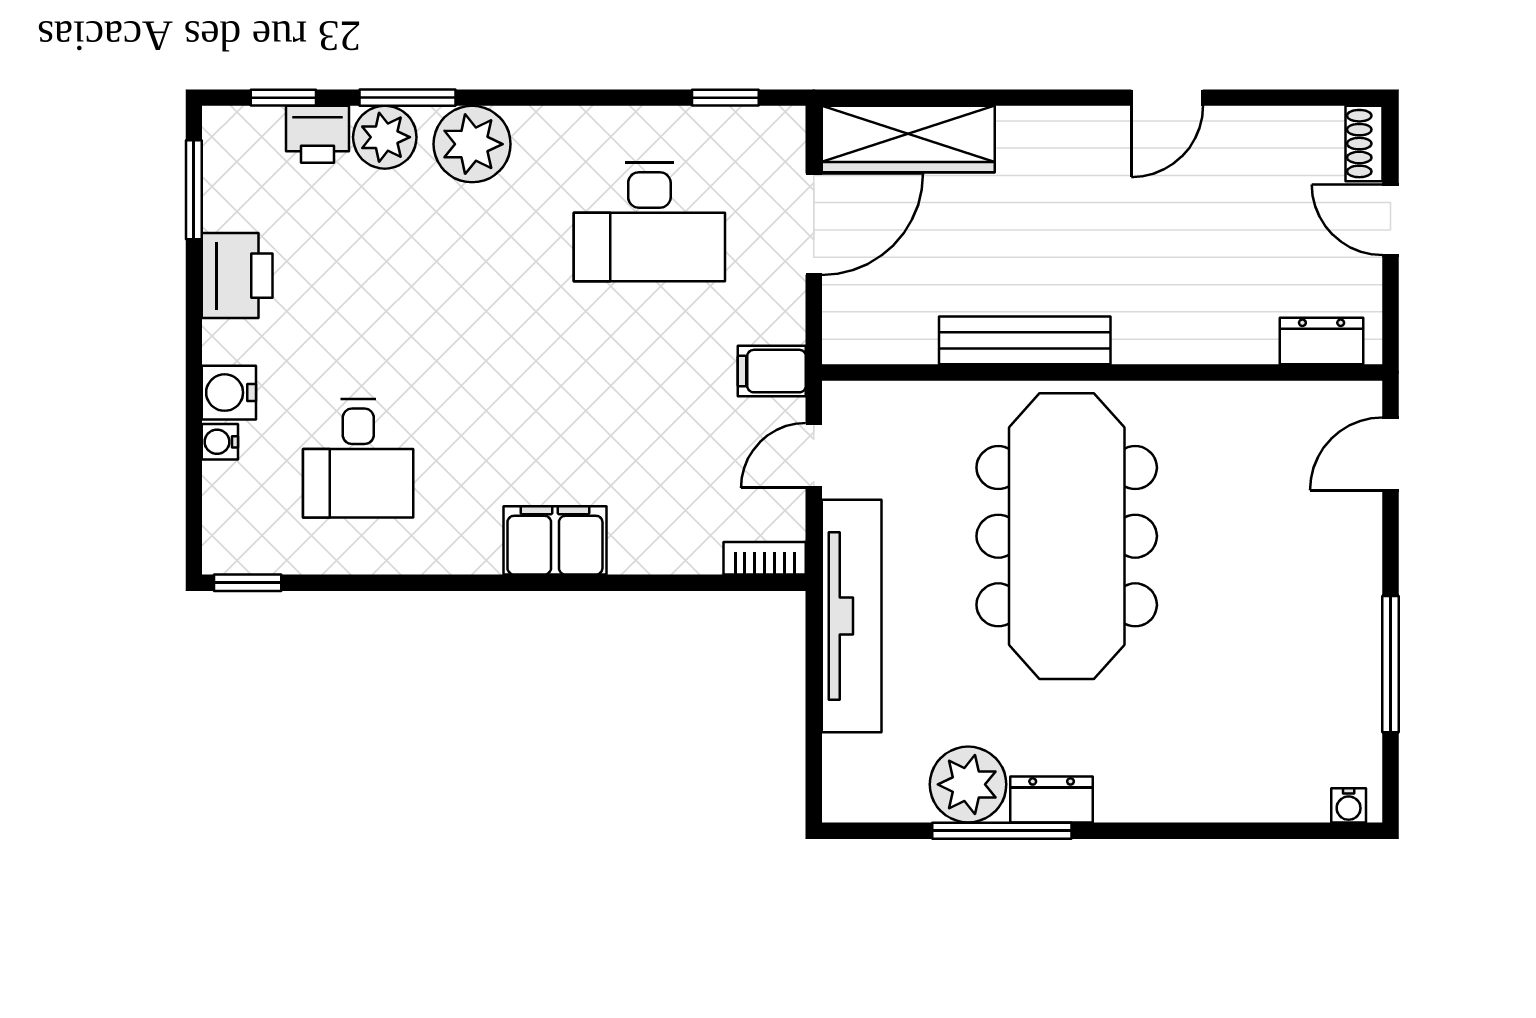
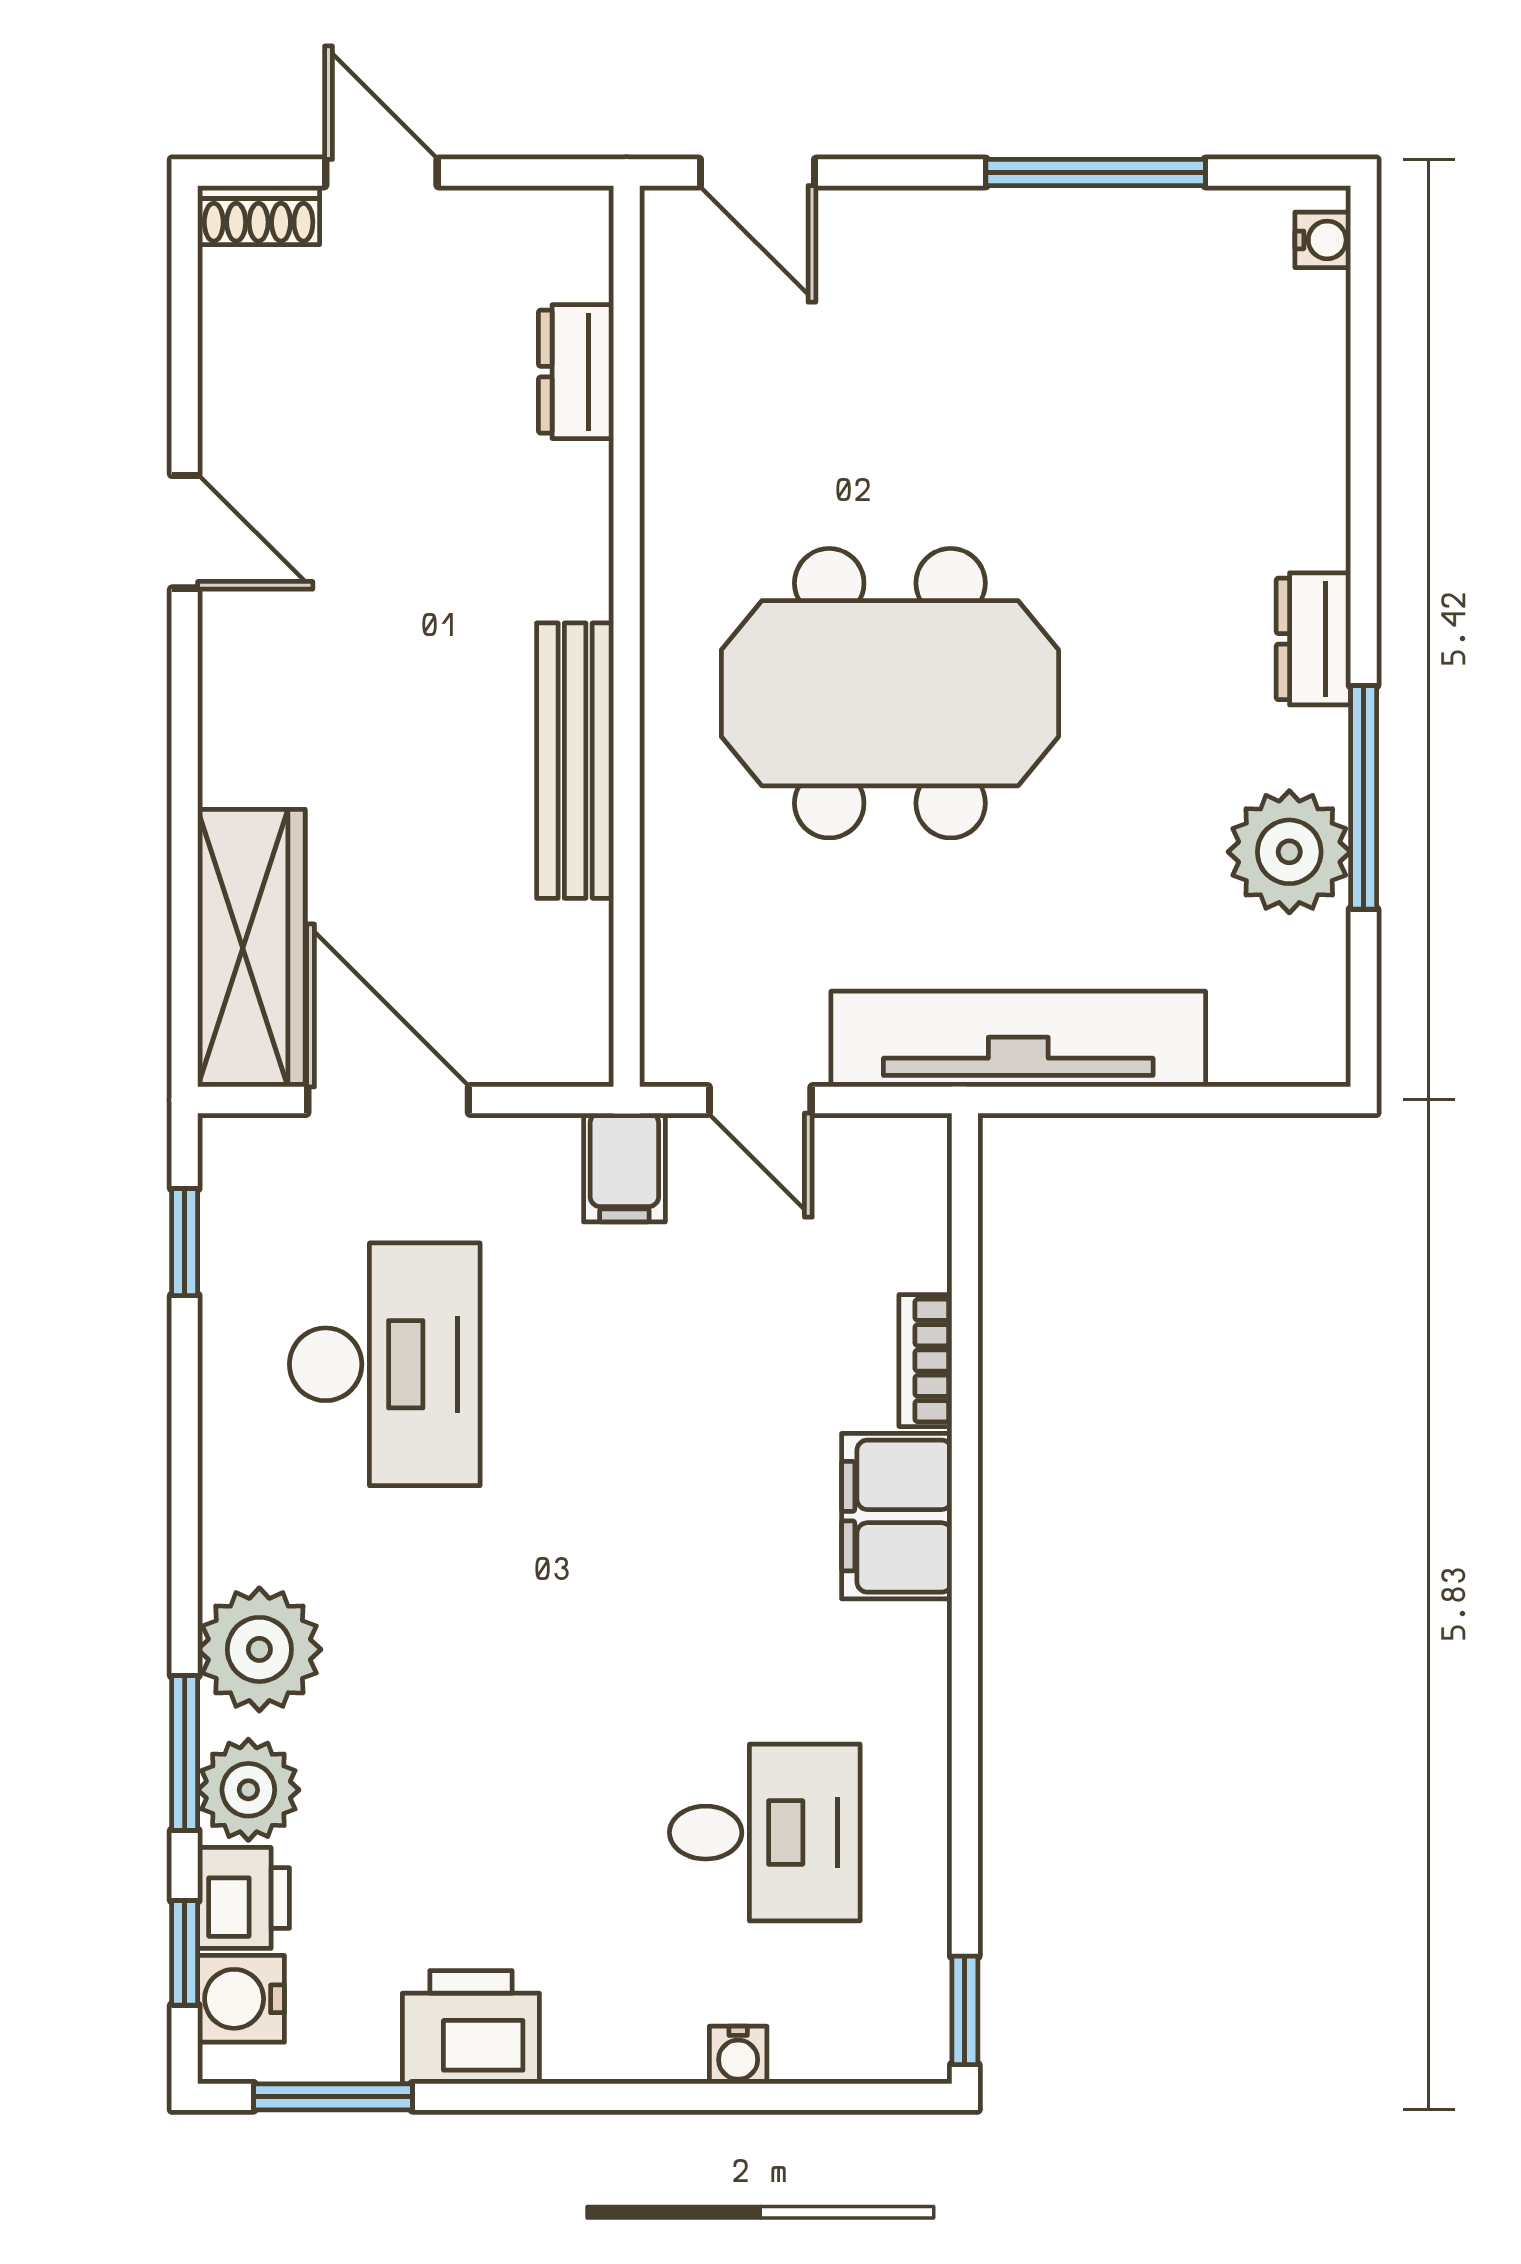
door: (1391, 220) -> (381, 173), swing flipped
dresser: (1322, 341) -> (576, 372), moved
water cooler: (229, 393) -> (241, 1999), moved, turned 90
meeting table: (1067, 536) -> (890, 693), width x0.73
bookcase: (765, 558) -> (925, 1361), moved
dresser: (1052, 799) -> (1313, 639), moved

